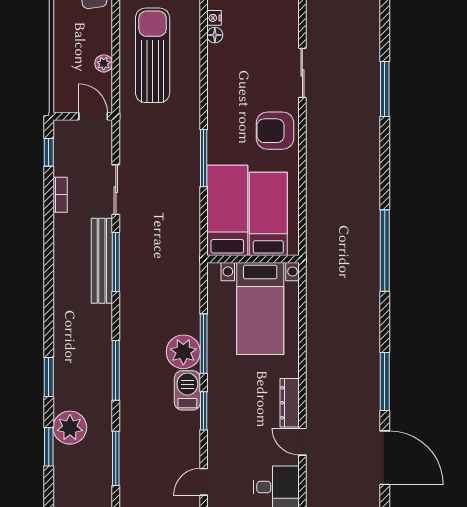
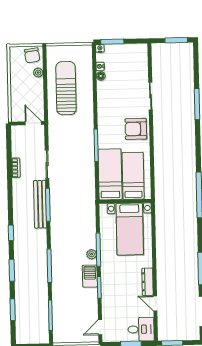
plant: (104, 63) -> (38, 73), moved
window: (49, 152) -> (11, 233), moved
plant: (183, 352) -> (92, 254), width x0.53, depth x0.53
plant: (70, 428) -> (24, 298), removed

